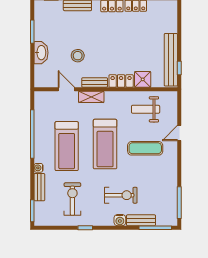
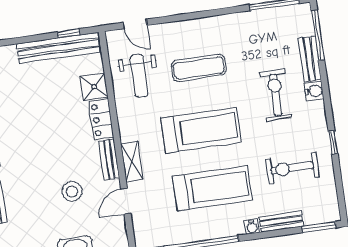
door: (179, 133) -> (135, 24), moved
exercise mat: (145, 148) -> (199, 68), turned 90

